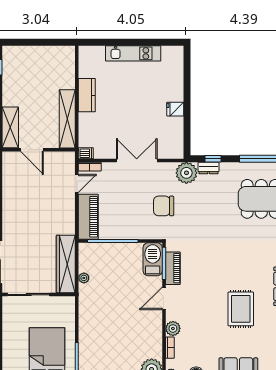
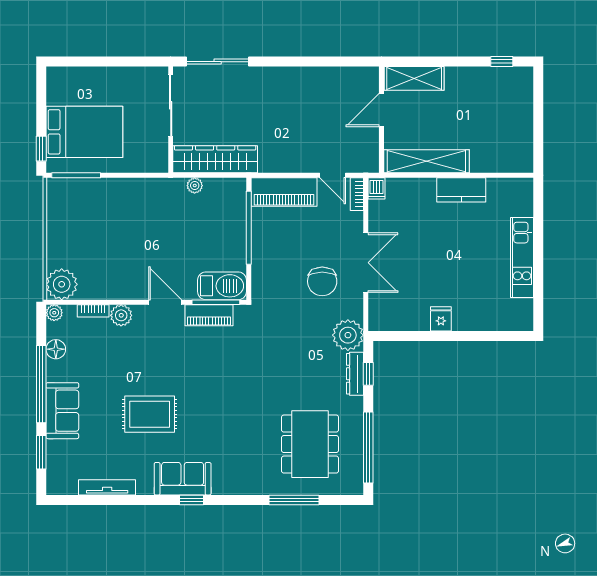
dresser: (209, 168) -> (355, 374), width x1.44
chair: (164, 206) -> (322, 281), moved, turned 180

